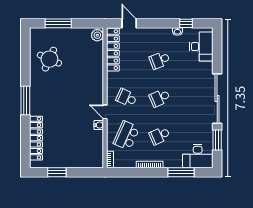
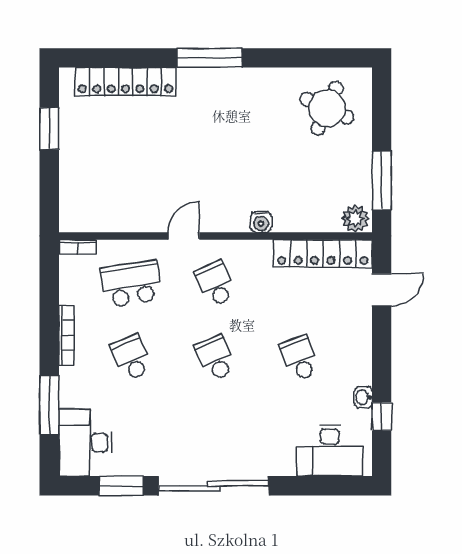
window: (58, 23) -> (382, 181), moved
round table: (49, 59) -> (327, 108), moved
school desk: (127, 98) -> (215, 284), turned -48
water cooler: (99, 125) -> (261, 222), moved
school desk: (127, 135) -> (131, 284), turned -33

